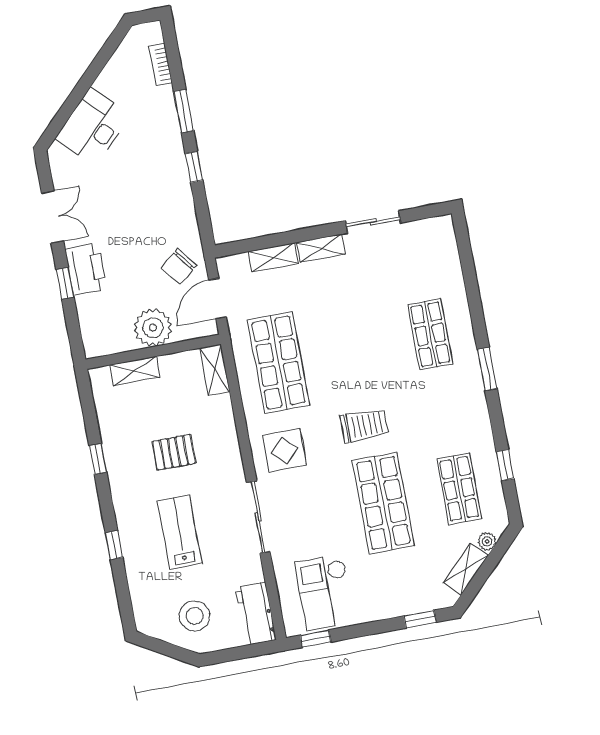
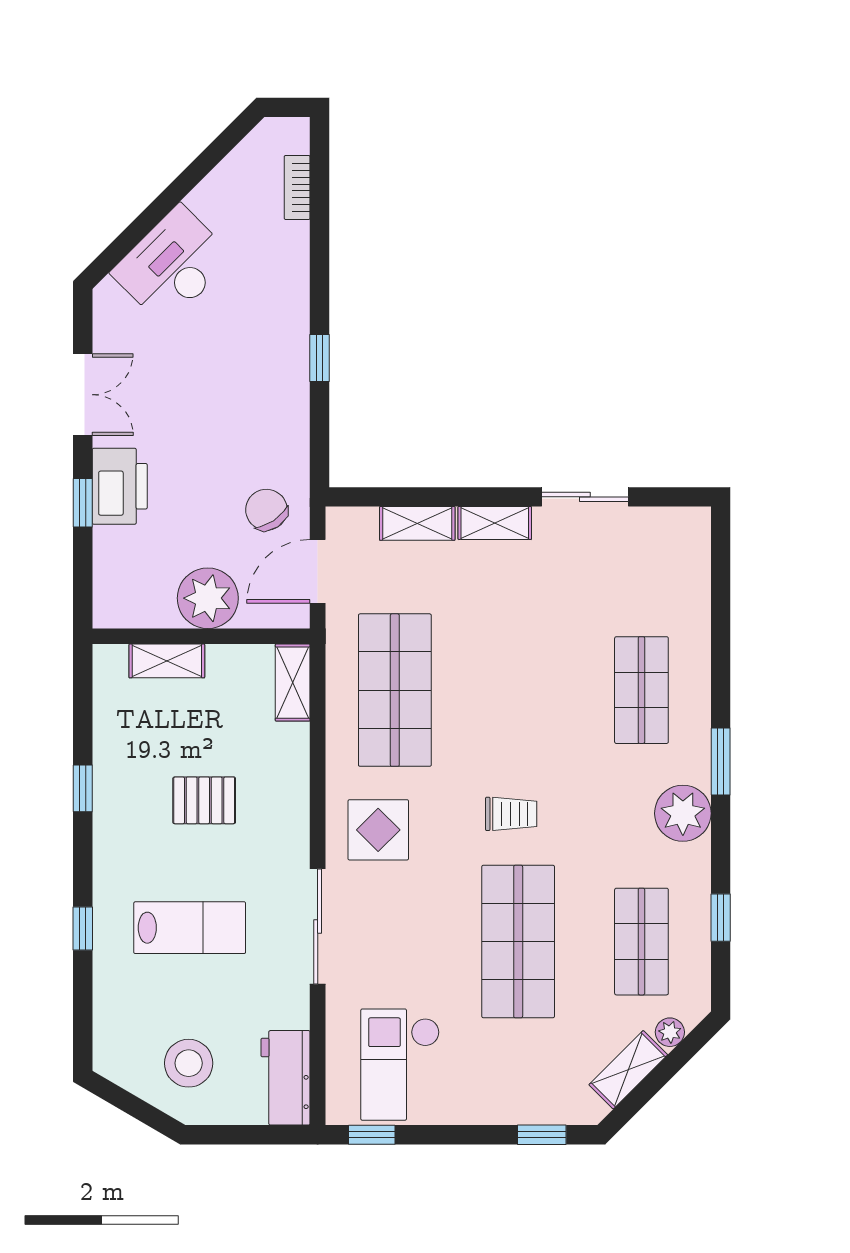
window: (184, 111) -> (320, 267), removed
chair: (179, 266) -> (266, 510), turned 94
plant: (470, 405) -> (683, 813), added
trolley: (364, 425) -> (511, 814), width x0.73, depth x0.72
lab bench: (180, 532) -> (190, 928), turned 90

